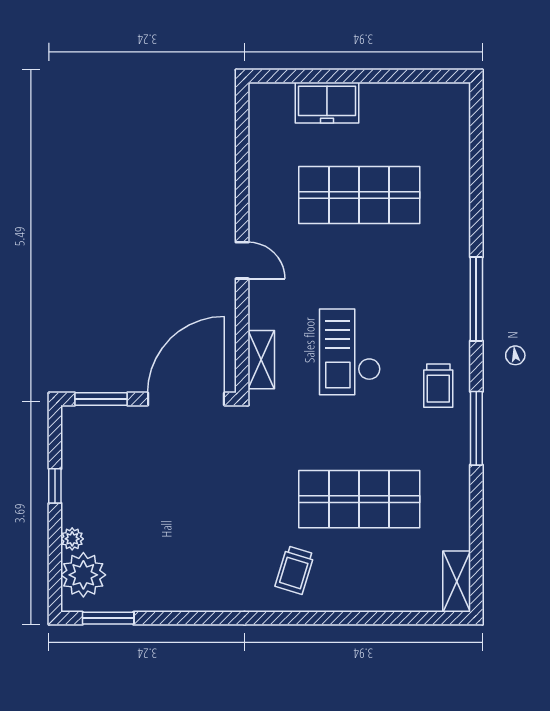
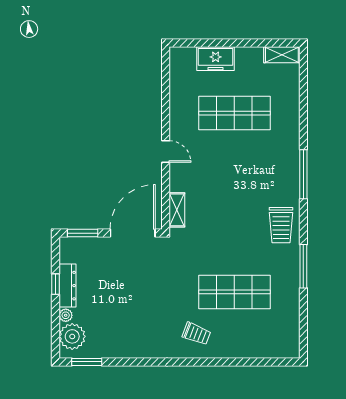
checkout: (350, 352) -> (229, 205), removed
trolley: (438, 386) -> (281, 225), width x1.36, depth x1.39
window: (476, 428) -> (303, 266), moved
dresser: (75, 488) -> (67, 286), added
trolley: (295, 570) -> (196, 334), turned -86
shelving: (457, 582) -> (282, 55), moved, turned 90

